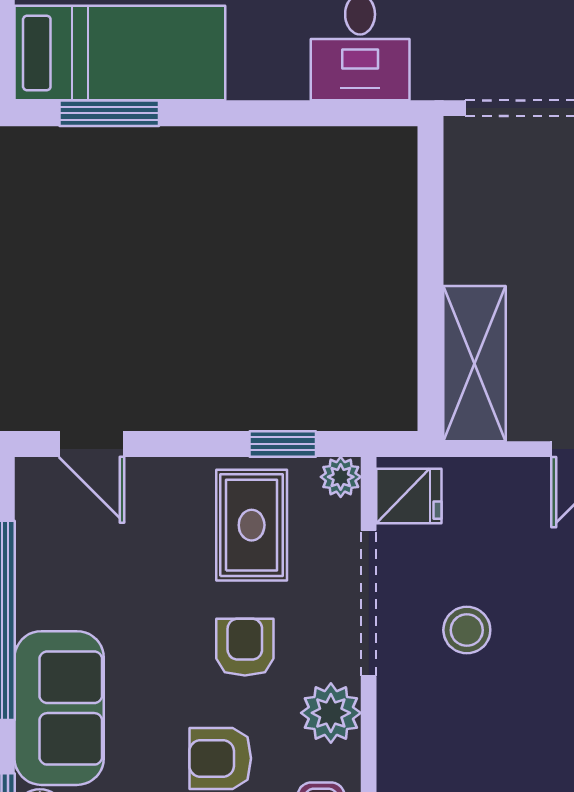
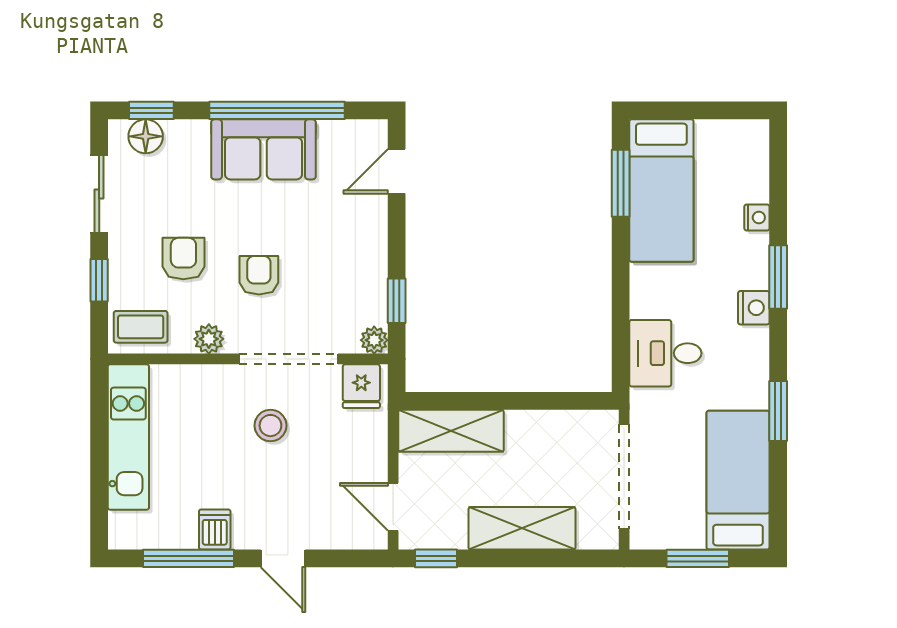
rug: (252, 525) -> (342, 280), removed
armchair: (245, 647) -> (259, 275), turned -90
sofa: (59, 708) -> (263, 149), moved
plant: (331, 713) -> (209, 339), width x0.73, depth x0.73

